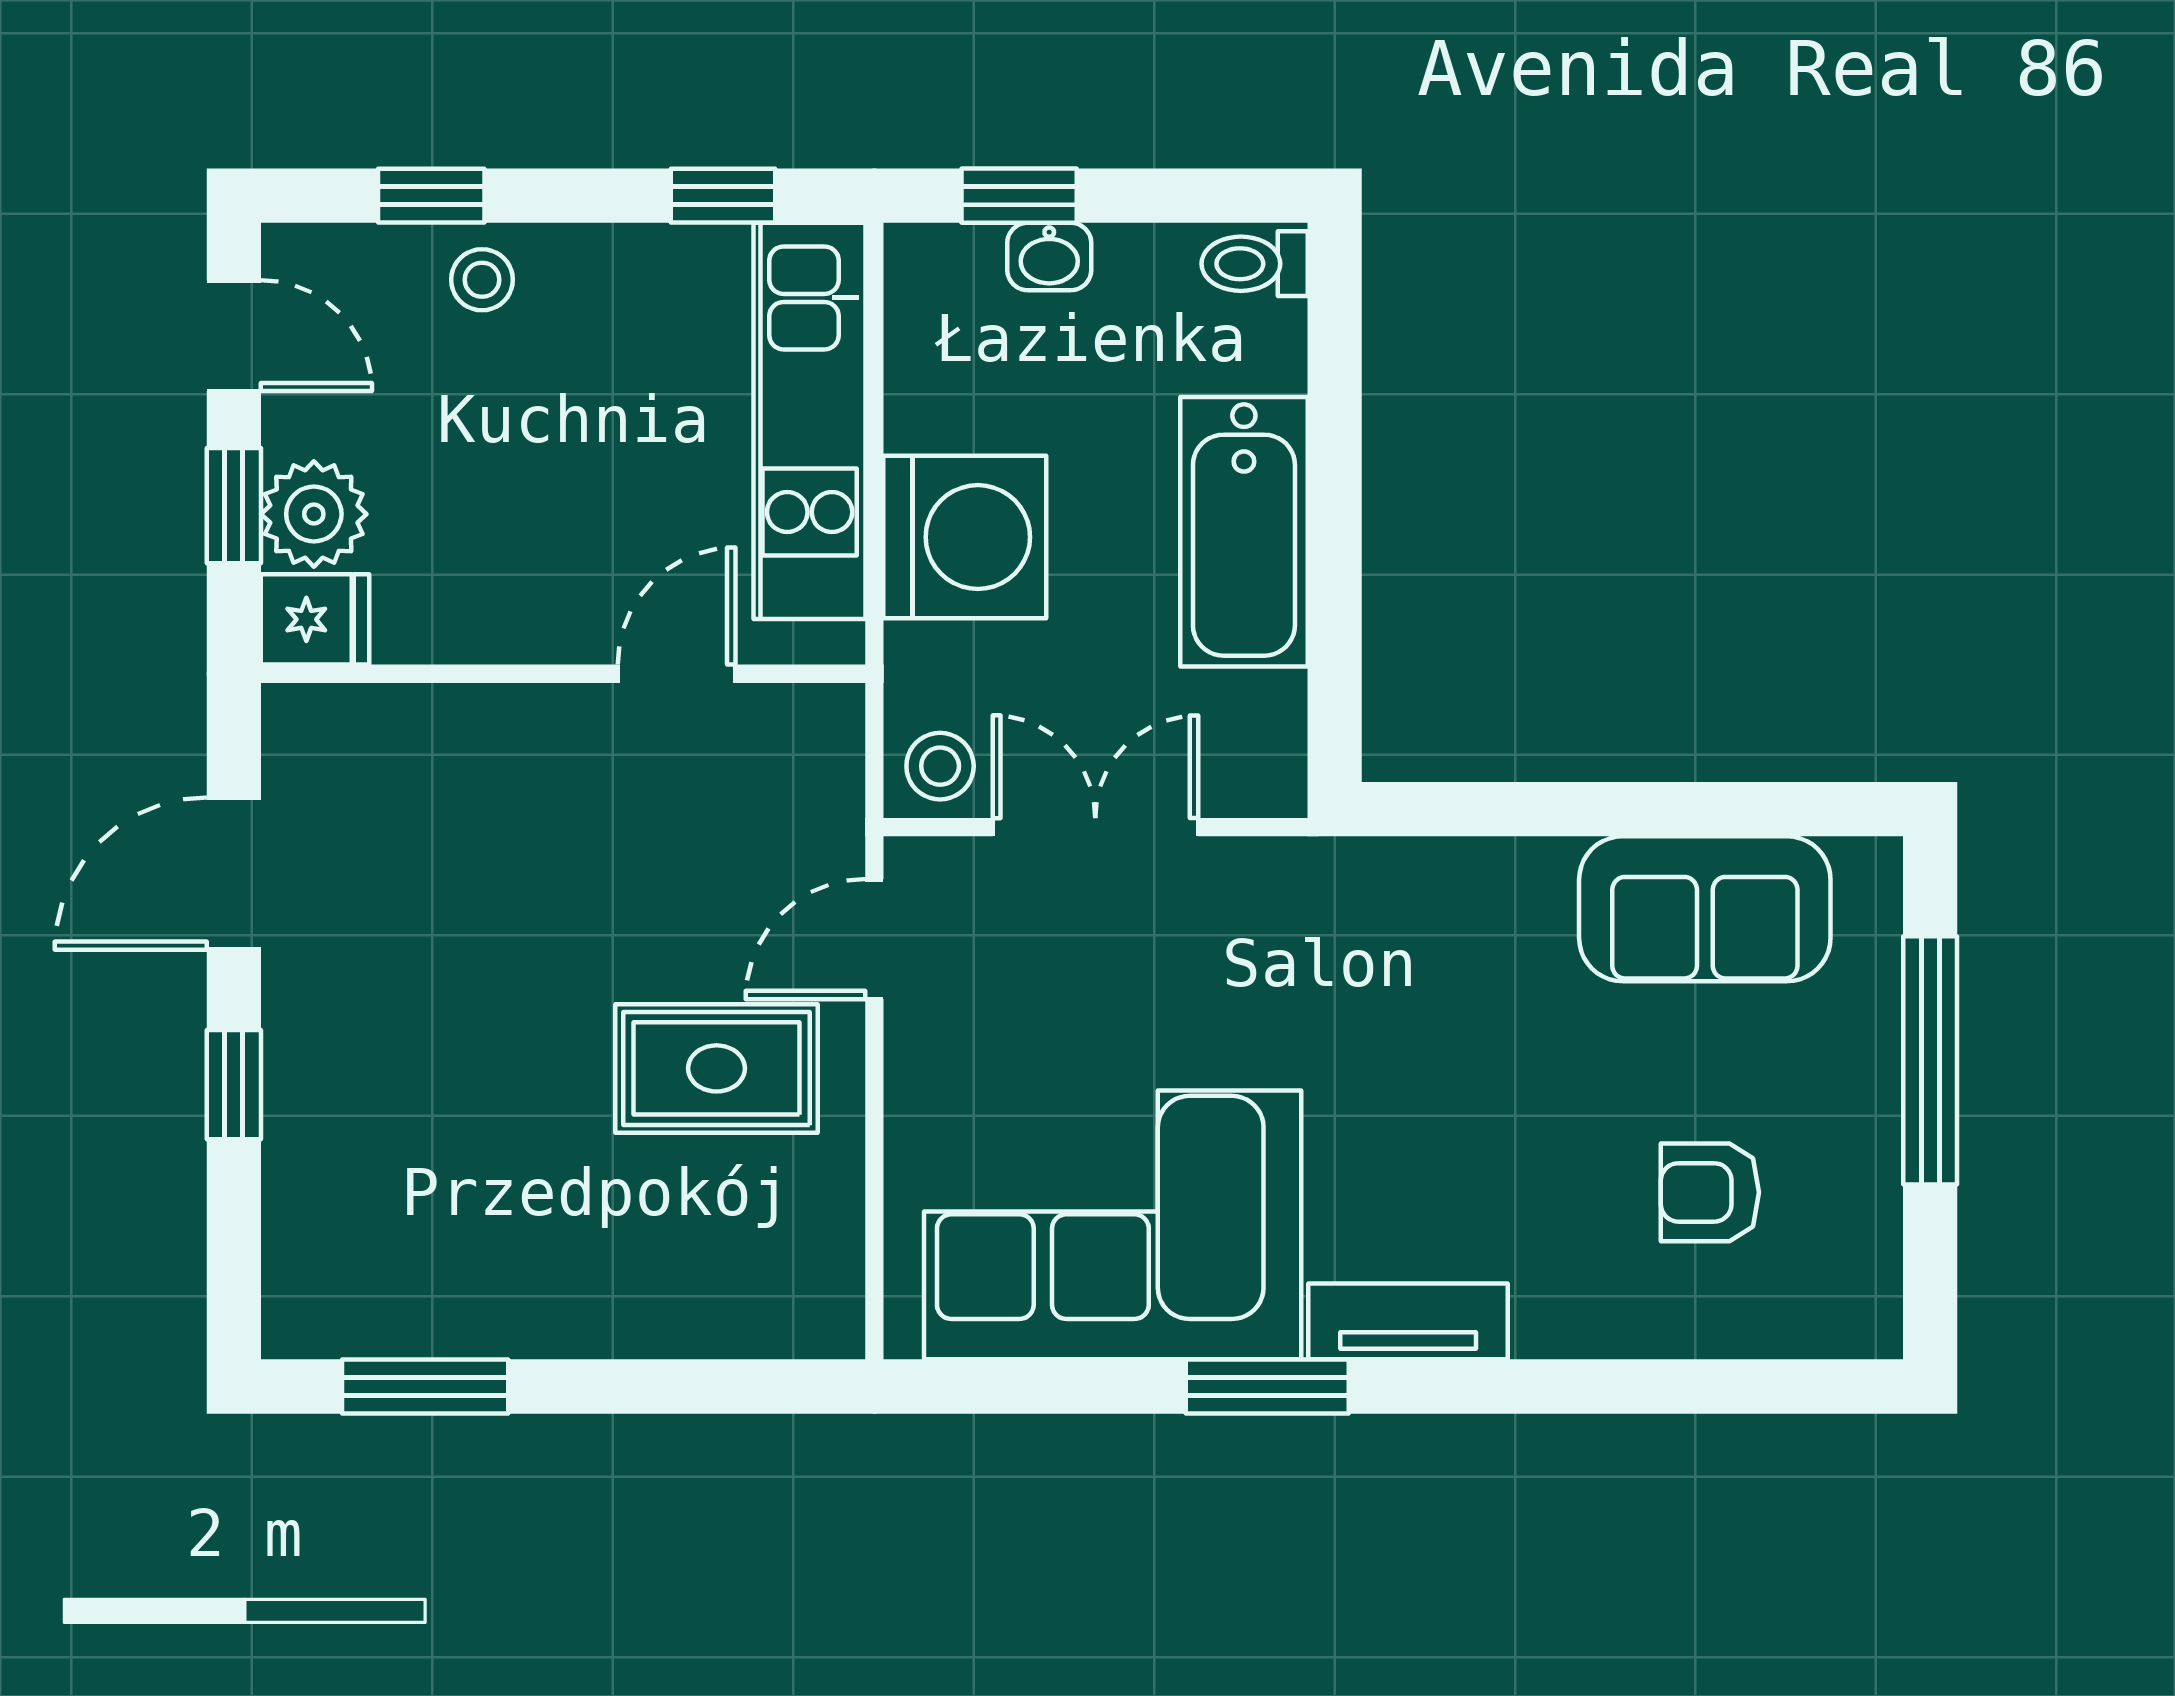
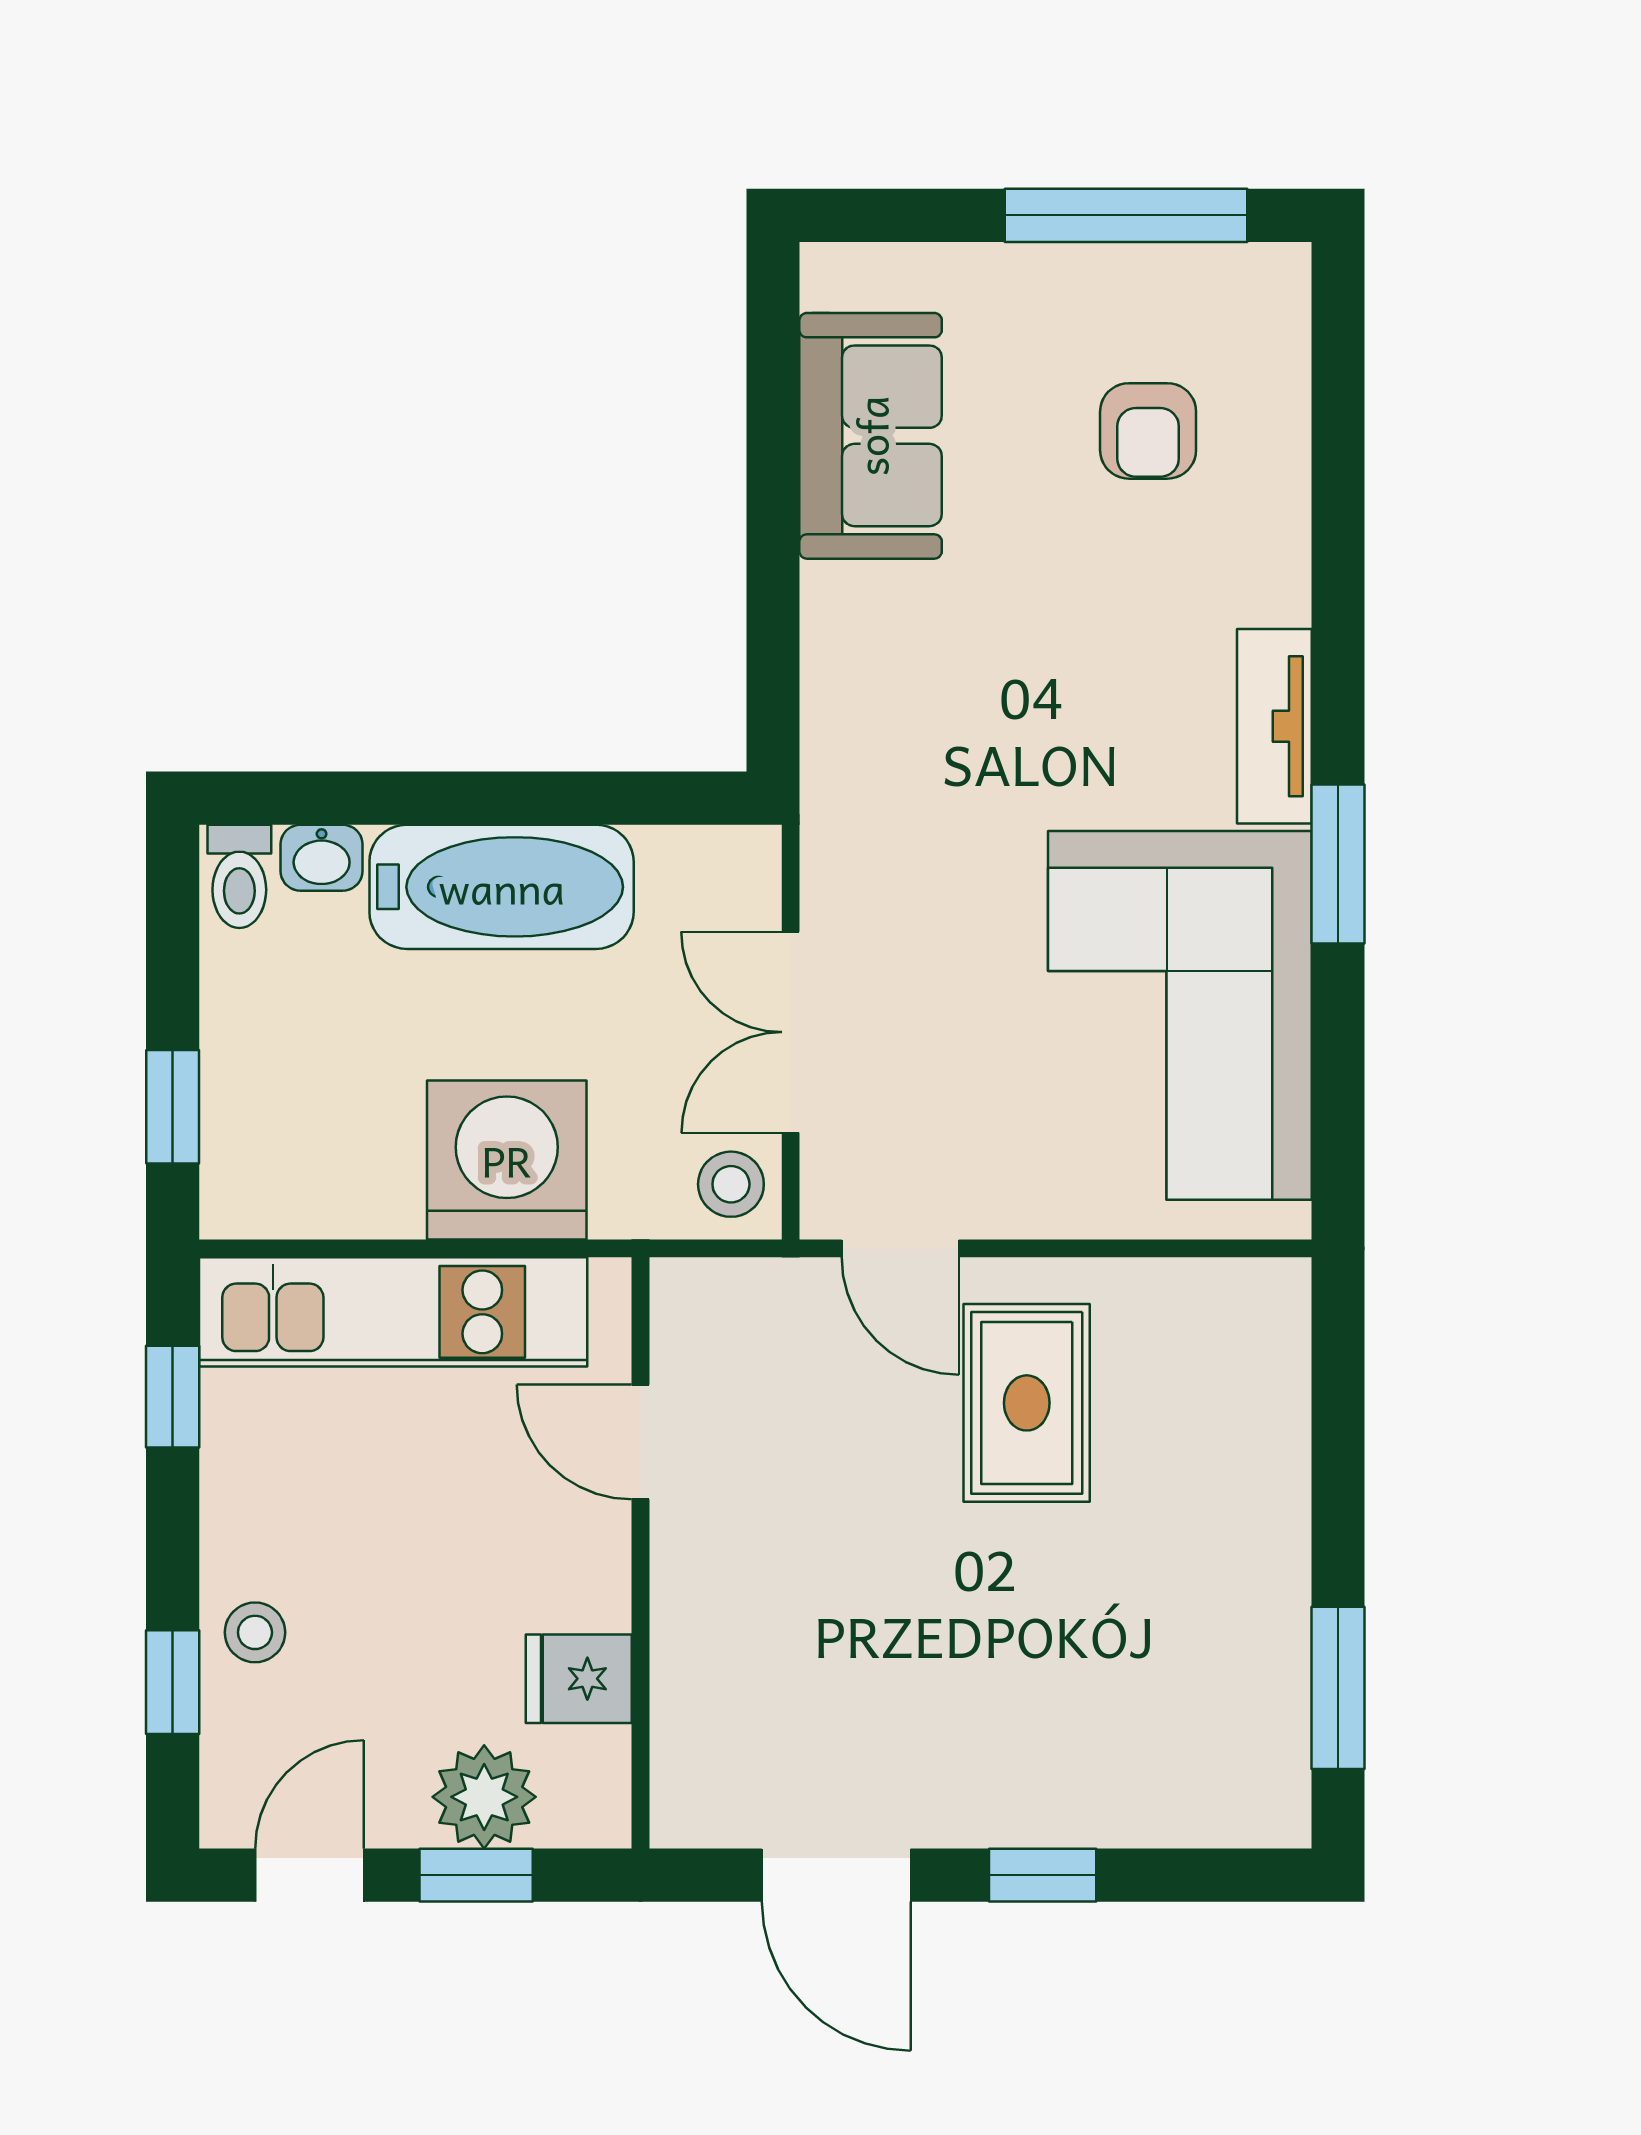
washbasin: (1049, 256) -> (322, 858), moved, turned 90
fridge: (315, 619) -> (579, 1679), moved, turned -90
window: (1930, 1060) -> (1126, 215), moved

